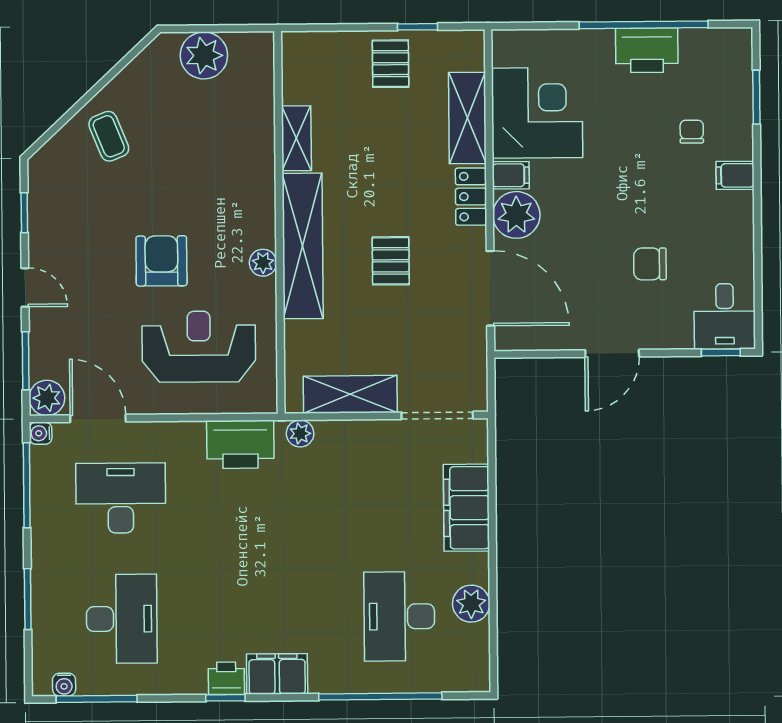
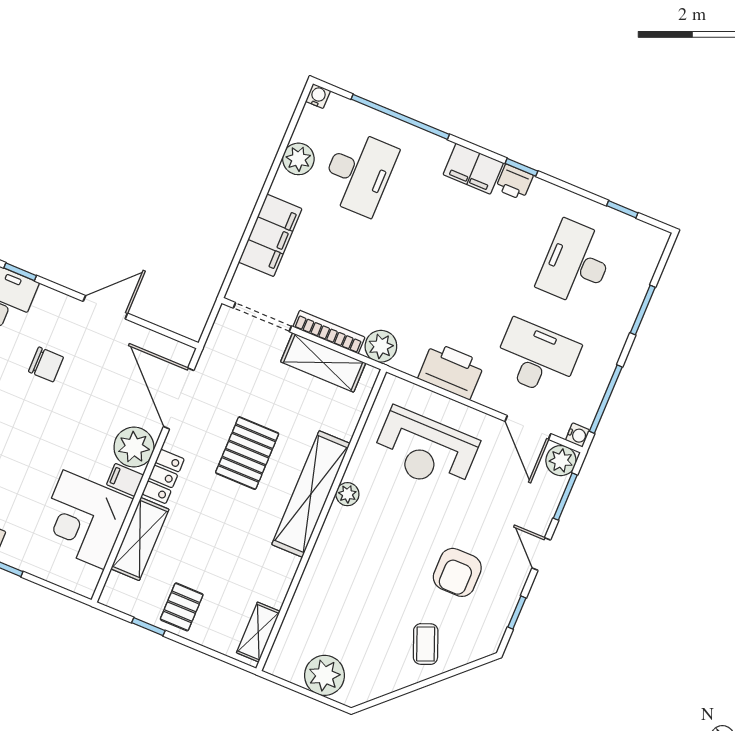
shelving: (296, 138) -> (258, 632), moved
armchair: (161, 261) -> (457, 572), moved
pallet: (391, 261) -> (247, 453), width x1.50, depth x1.42
bookcase: (358, 430) -> (329, 332), added
plant: (300, 433) -> (381, 346), width x1.38, depth x1.38
printer: (240, 444) -> (451, 371), moved
desk: (121, 498) -> (537, 358), turned 180
water cooler: (64, 685) -> (318, 96), moved
window: (97, 699) -> (622, 209), width x0.46

